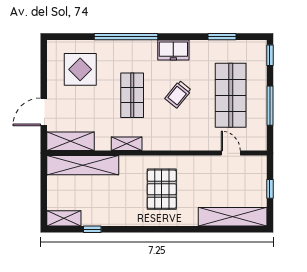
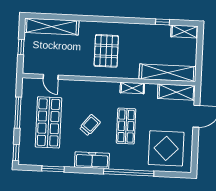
freezer: (173, 50) -> (92, 160), width x1.40
display table: (80, 69) -> (166, 148), width x1.36, depth x1.36

